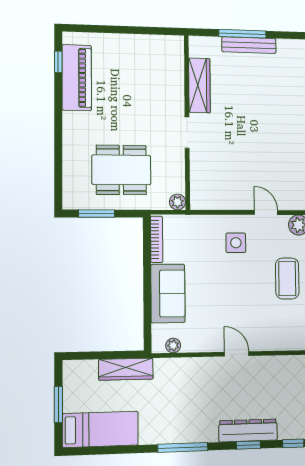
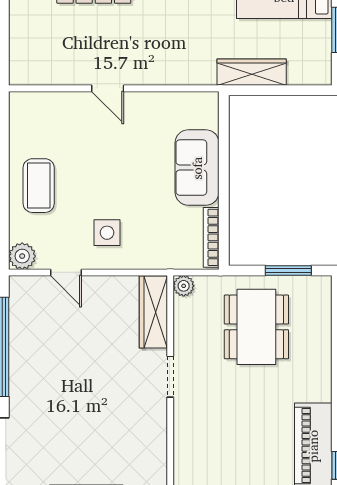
wardrobe: (199, 85) -> (153, 312), moved
dining table: (121, 170) -> (256, 327), turned 90
plant: (173, 346) -> (191, 101), removed

